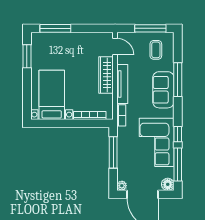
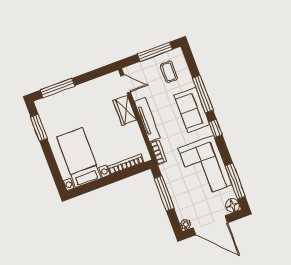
wardrobe: (106, 75) -> (125, 110), width x0.67
window: (178, 134) -> (215, 128), moved

